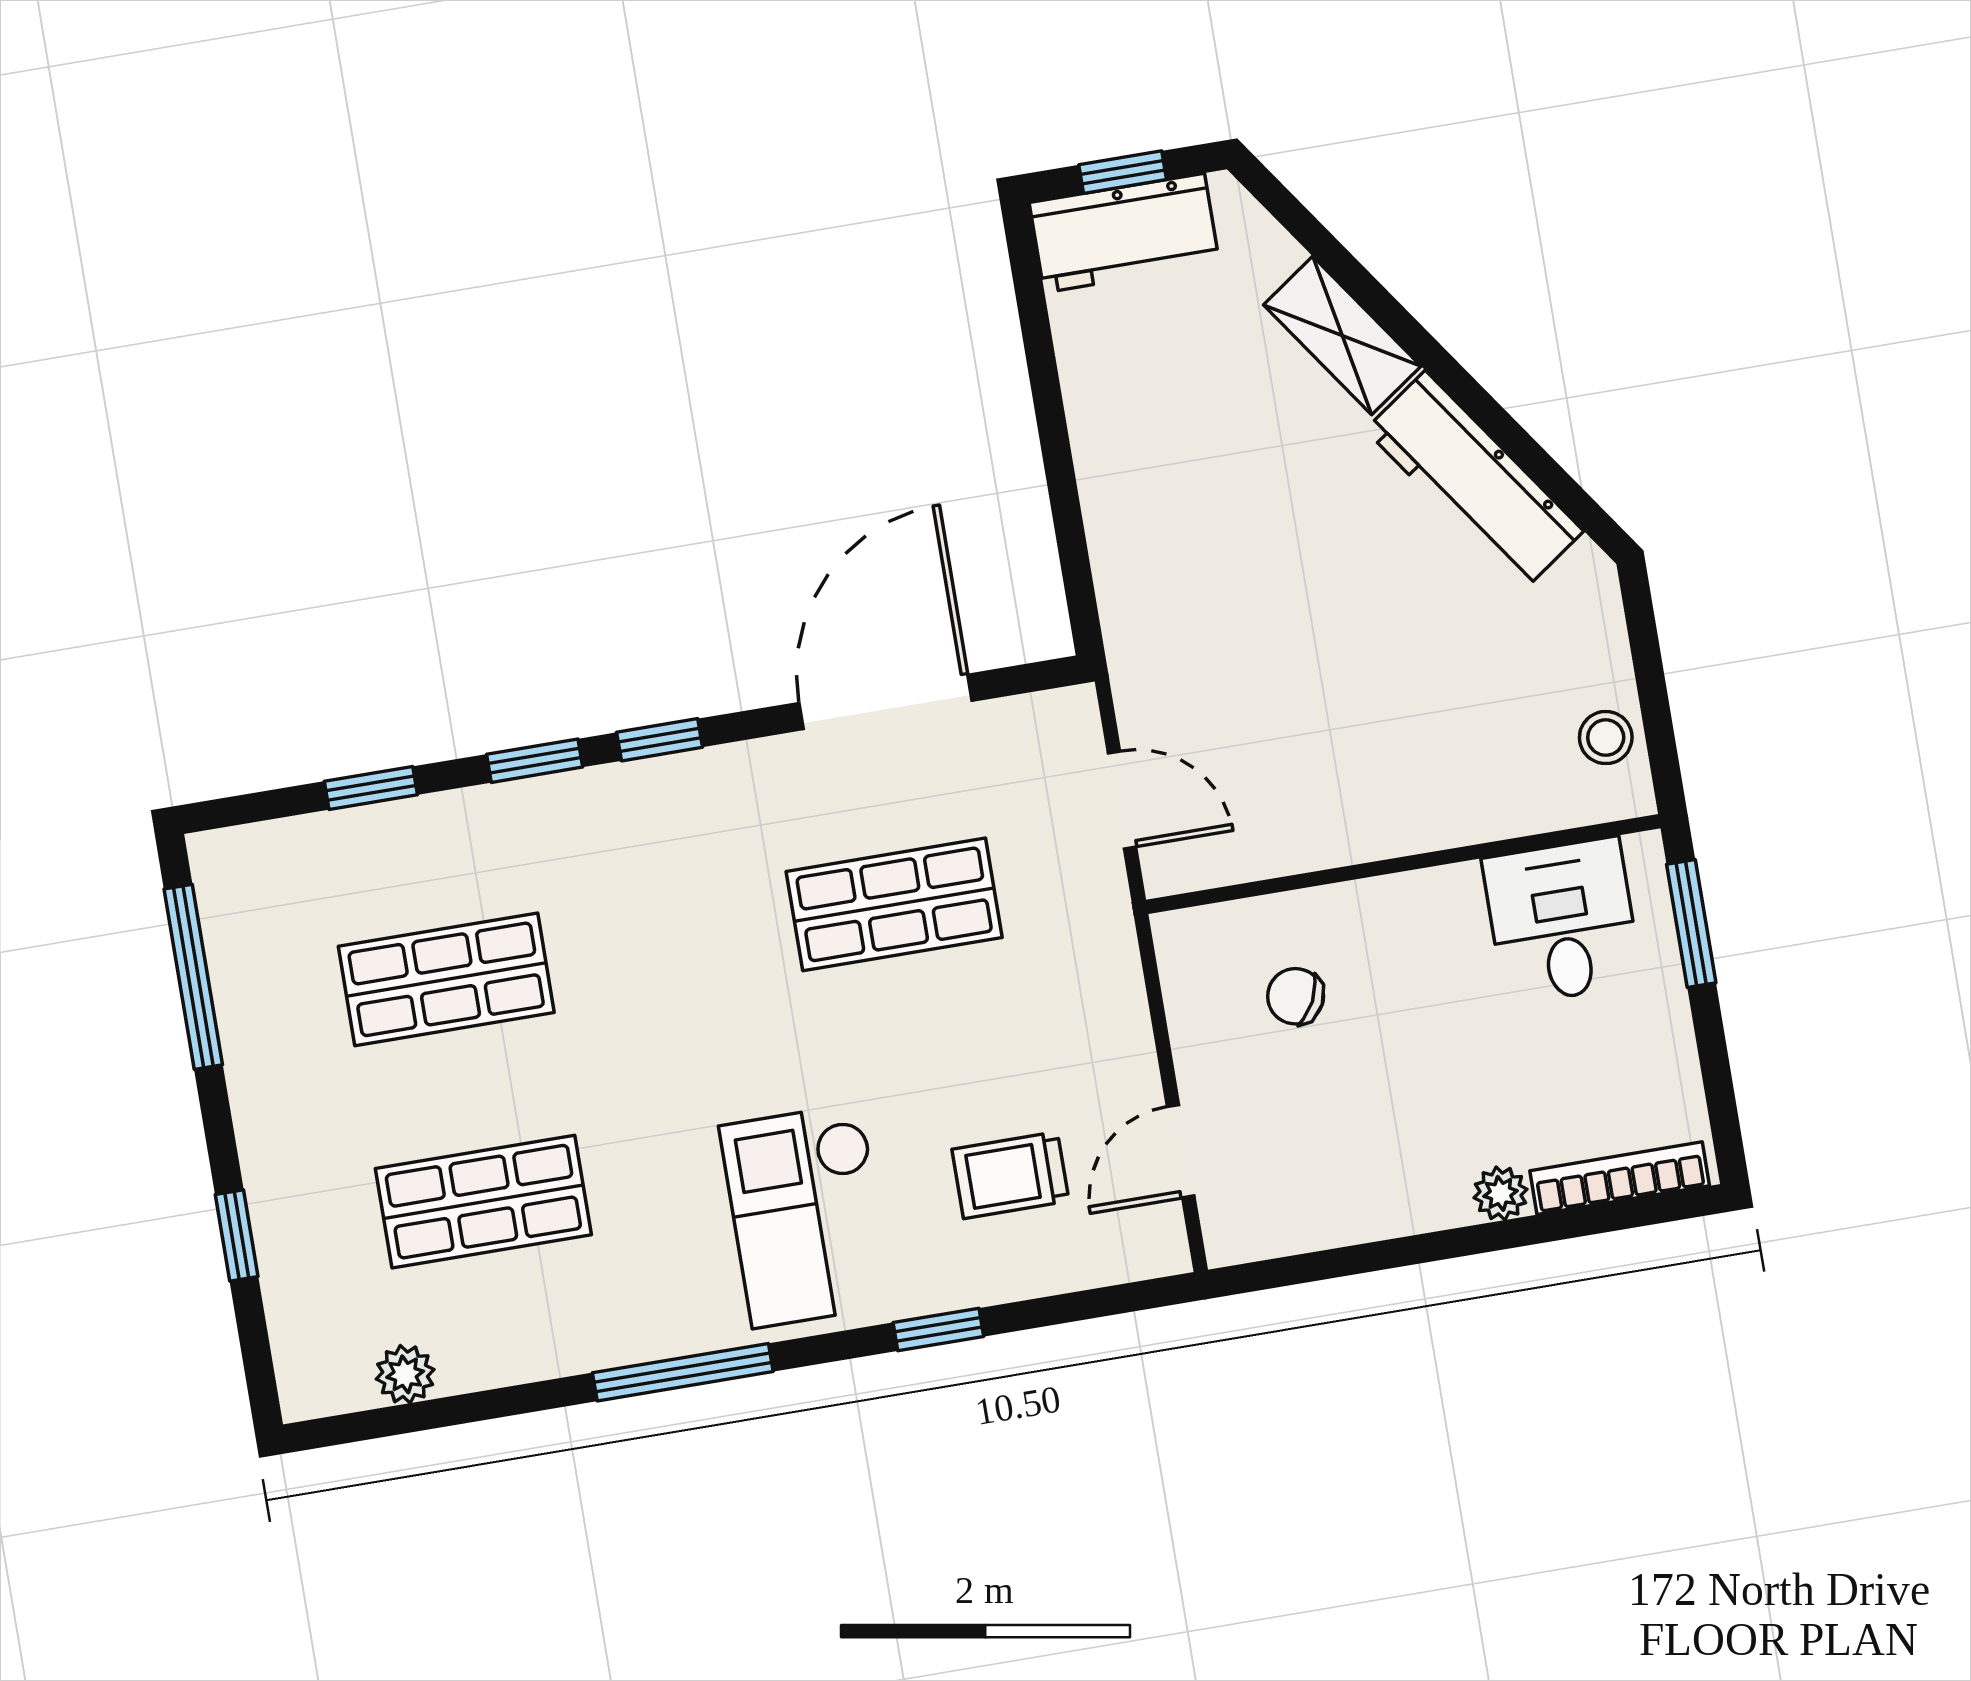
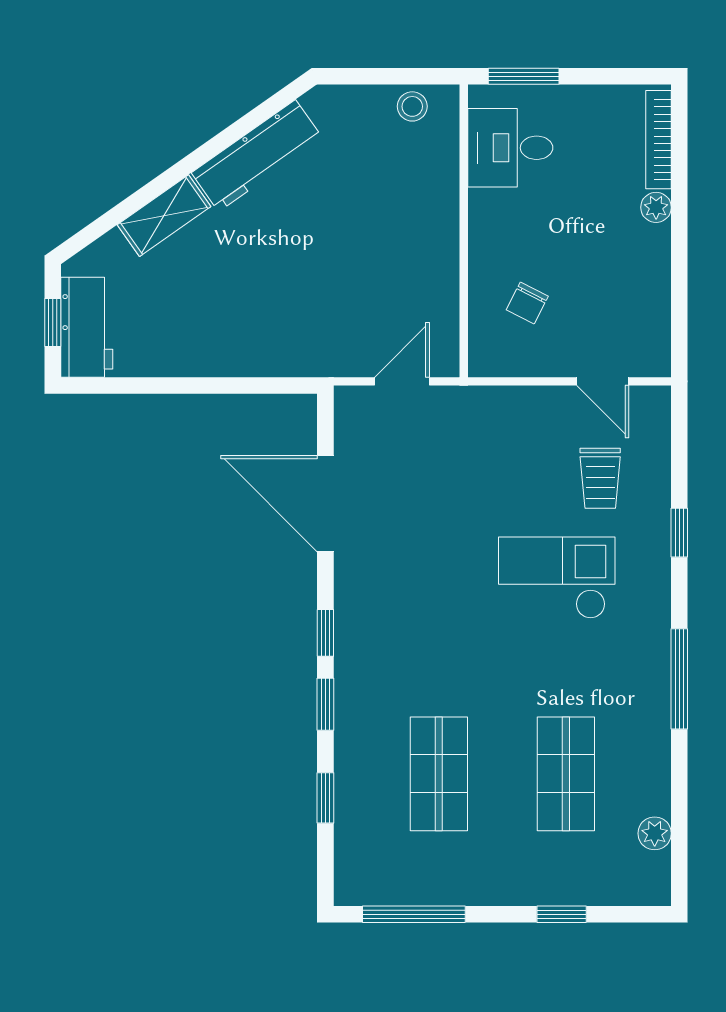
shop shelf: (894, 904) -> (439, 518), removed
checkout: (807, 1216) -> (557, 578), moved, turned 180

